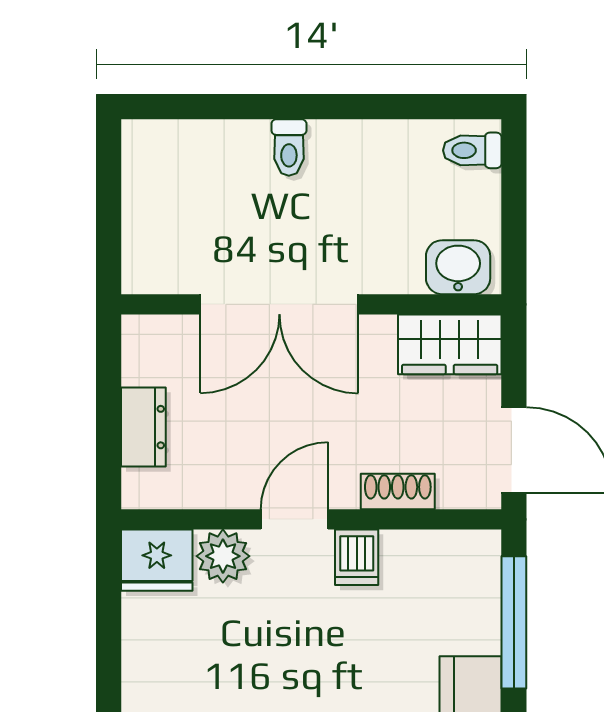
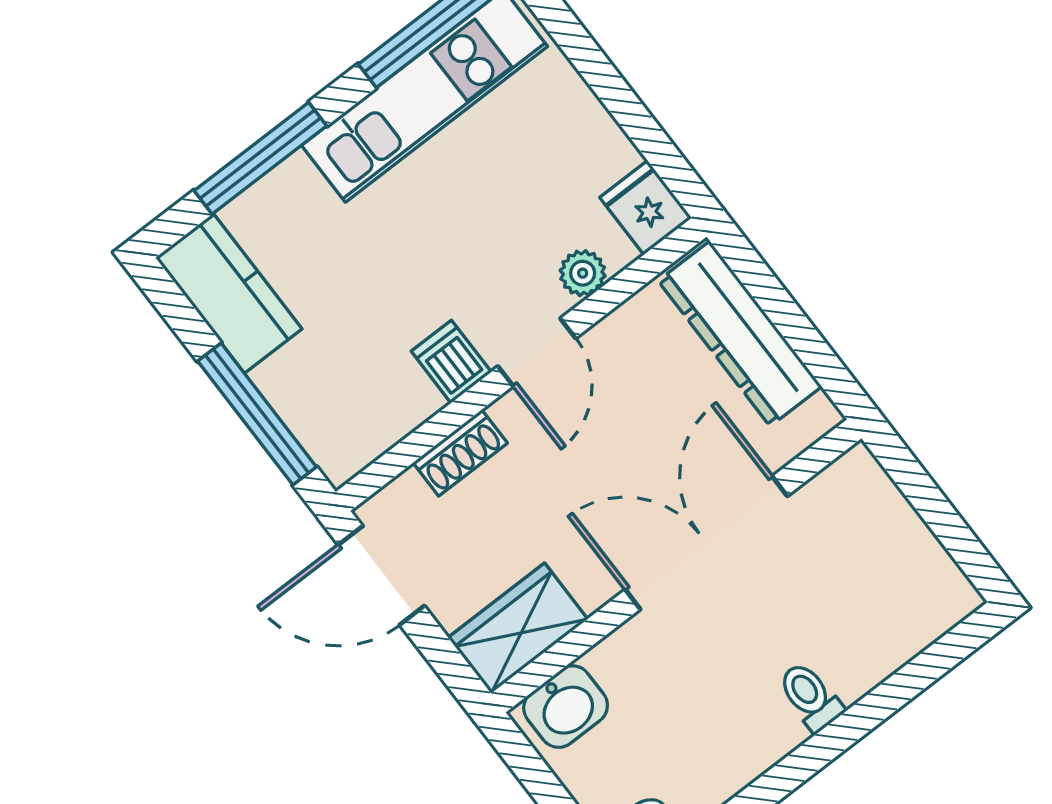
dresser: (143, 427) -> (740, 334), width x1.96, depth x1.24
plant: (223, 556) -> (583, 273), width x0.73, depth x0.73
fridge: (157, 560) -> (646, 208), width x0.72

